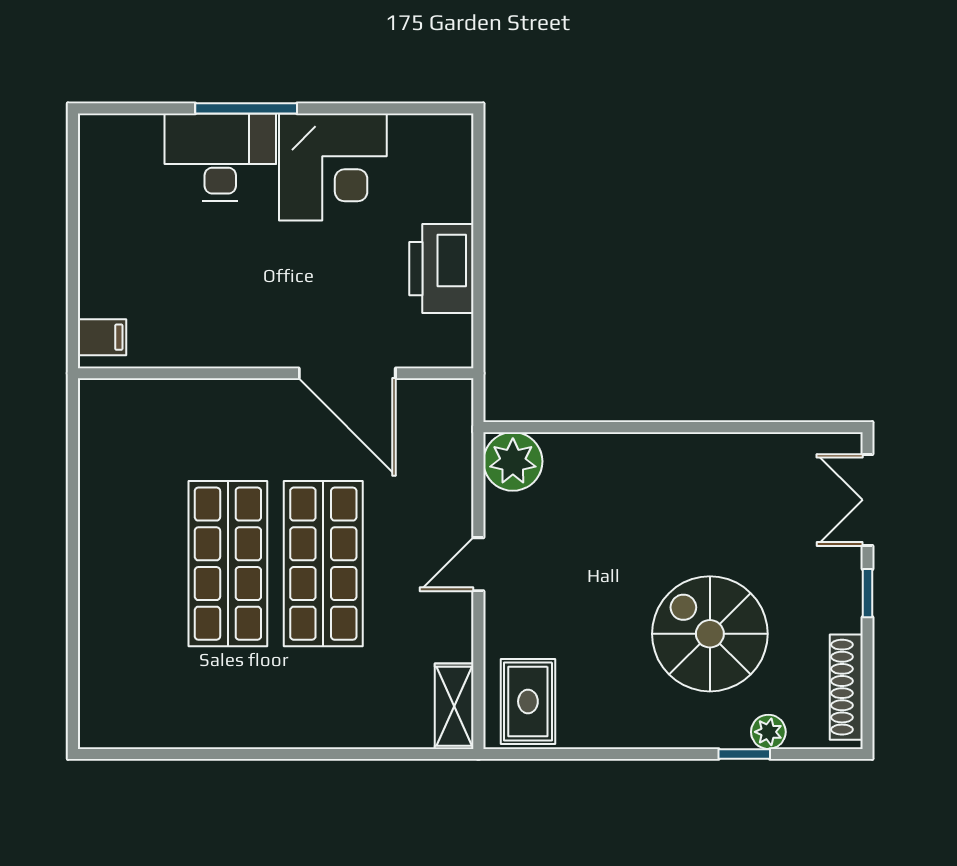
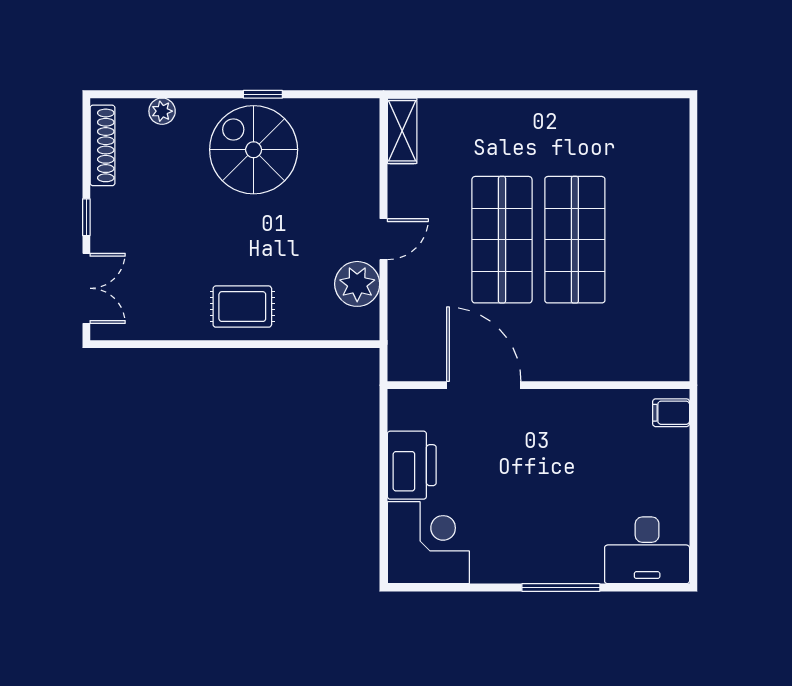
desk: (220, 157) -> (647, 550), moved
corner desk: (333, 167) -> (428, 543), moved, turned 90
plant: (513, 461) -> (357, 284), moved
spiral stairs: (710, 634) -> (254, 150), moved, turned 180
rug: (528, 701) -> (242, 307), moved, turned 90
window: (744, 754) -> (263, 94), moved

